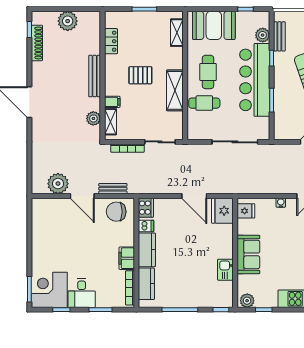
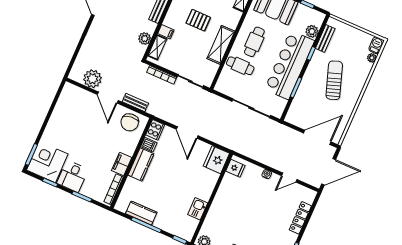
door: (194, 196) -> (187, 133), moved
chair: (116, 212) -> (130, 122), turned -97
sofa: (248, 254) -> (222, 205), removed
kitchen counter: (146, 284) -> (141, 213), moved, turned -90

